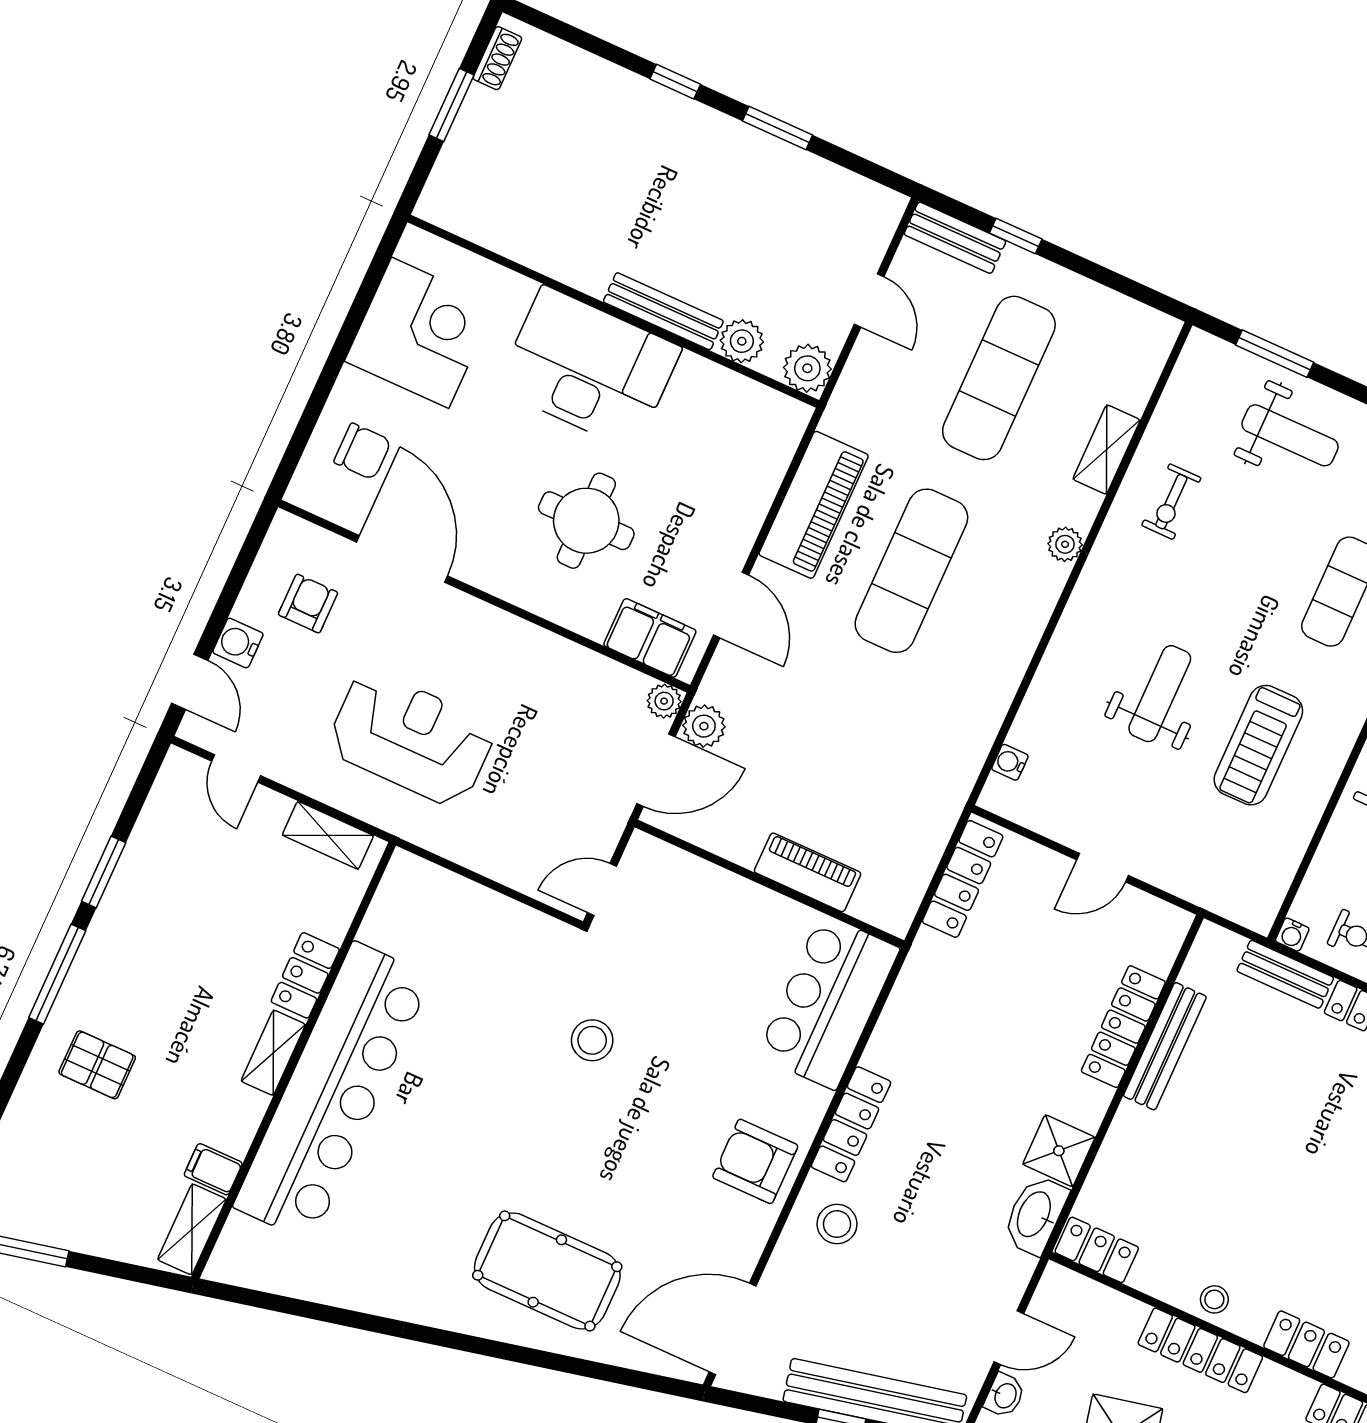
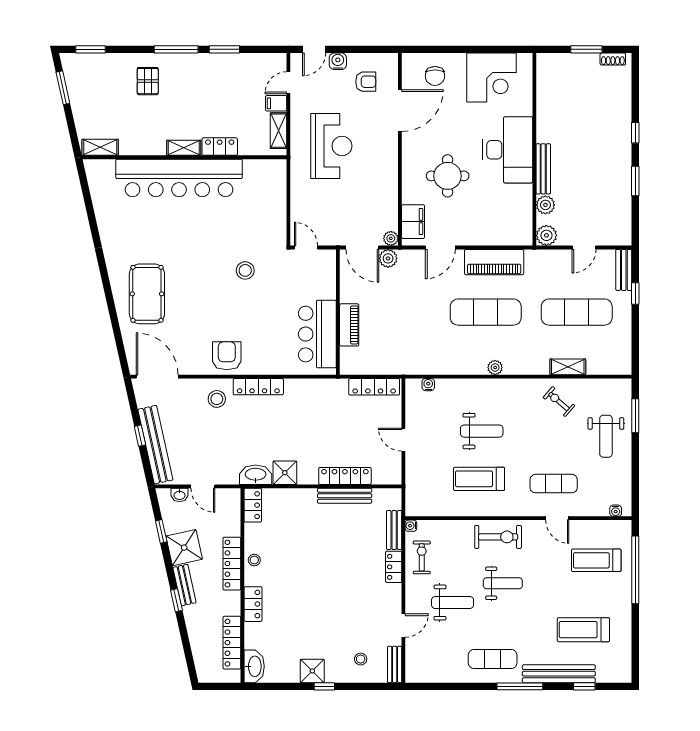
exercise bike: (1171, 502) -> (559, 402), turned 41
plant: (1065, 544) -> (495, 367), moved
bar counter: (828, 1002) -> (317, 334), moved, turned -90
filing cabinet: (213, 1169) -> (276, 103), moved, turned -90

